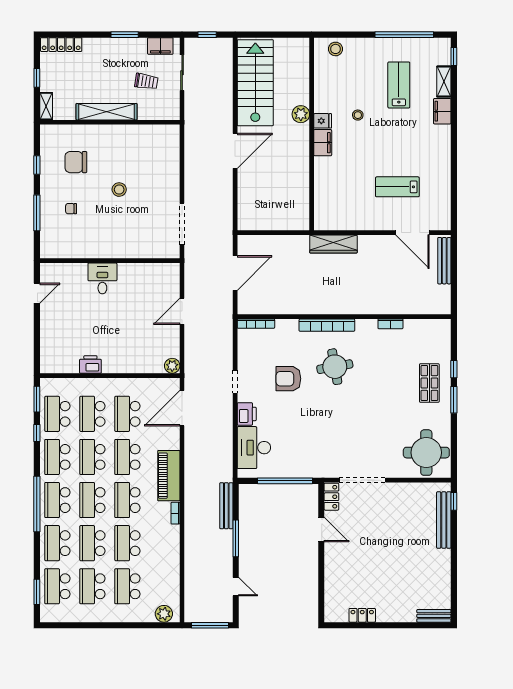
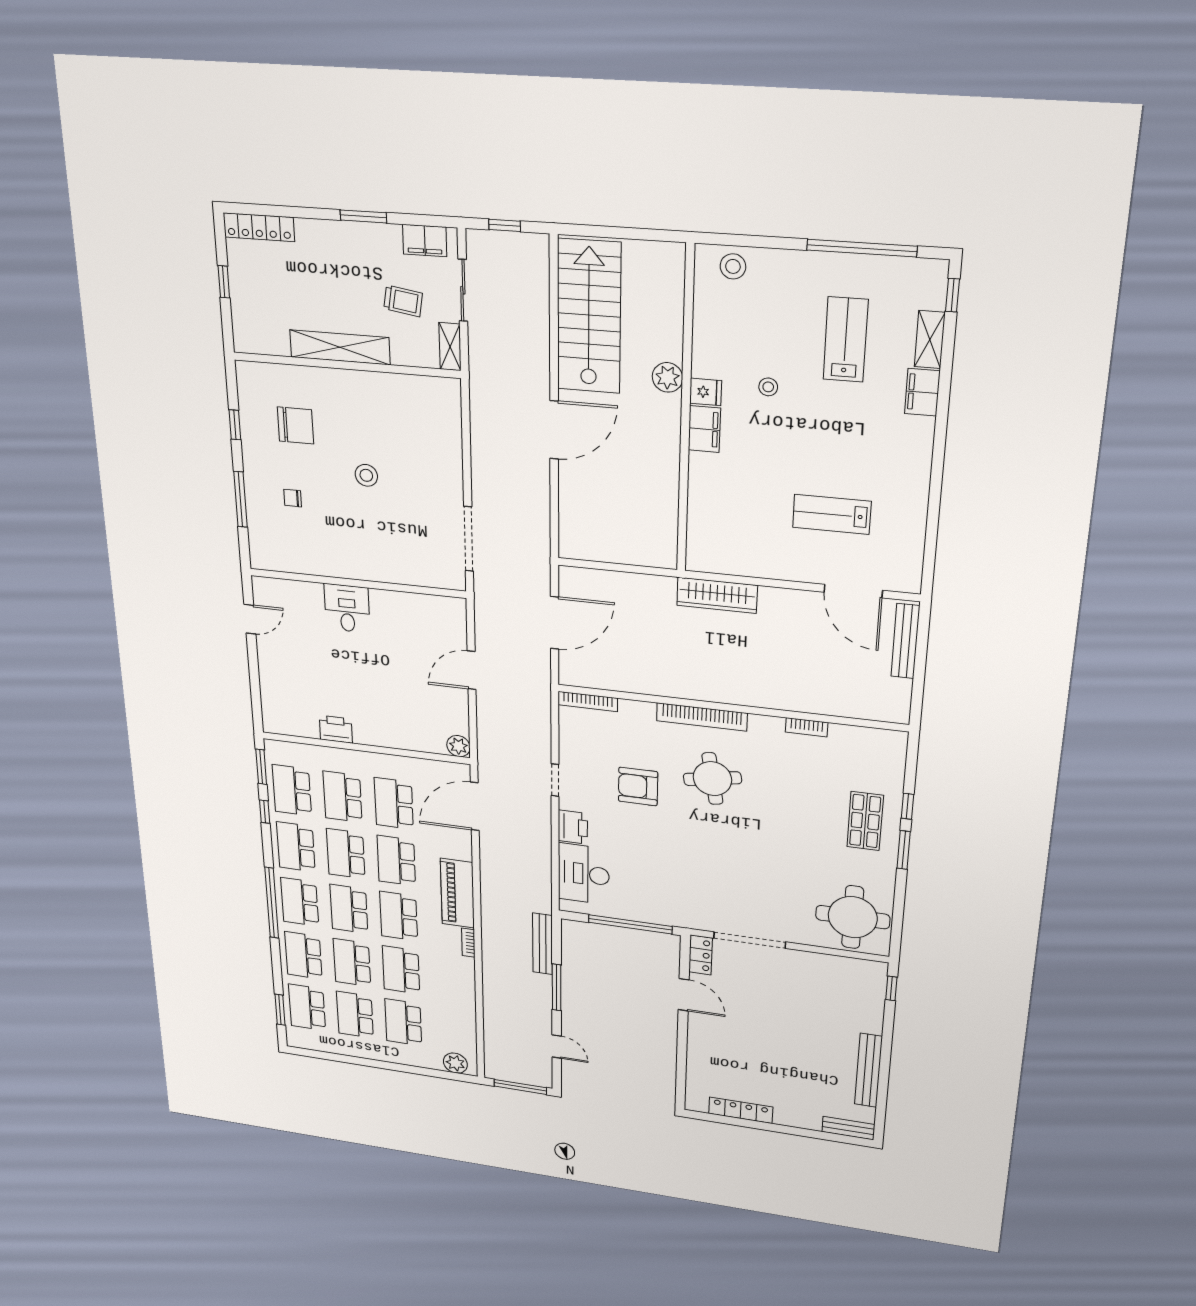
shelving: (46, 106) -> (450, 347), moved
chair: (76, 162) -> (295, 425), turned 180
bench: (444, 520) -> (868, 1070), moved
locker: (362, 615) -> (741, 1110), width x1.53

